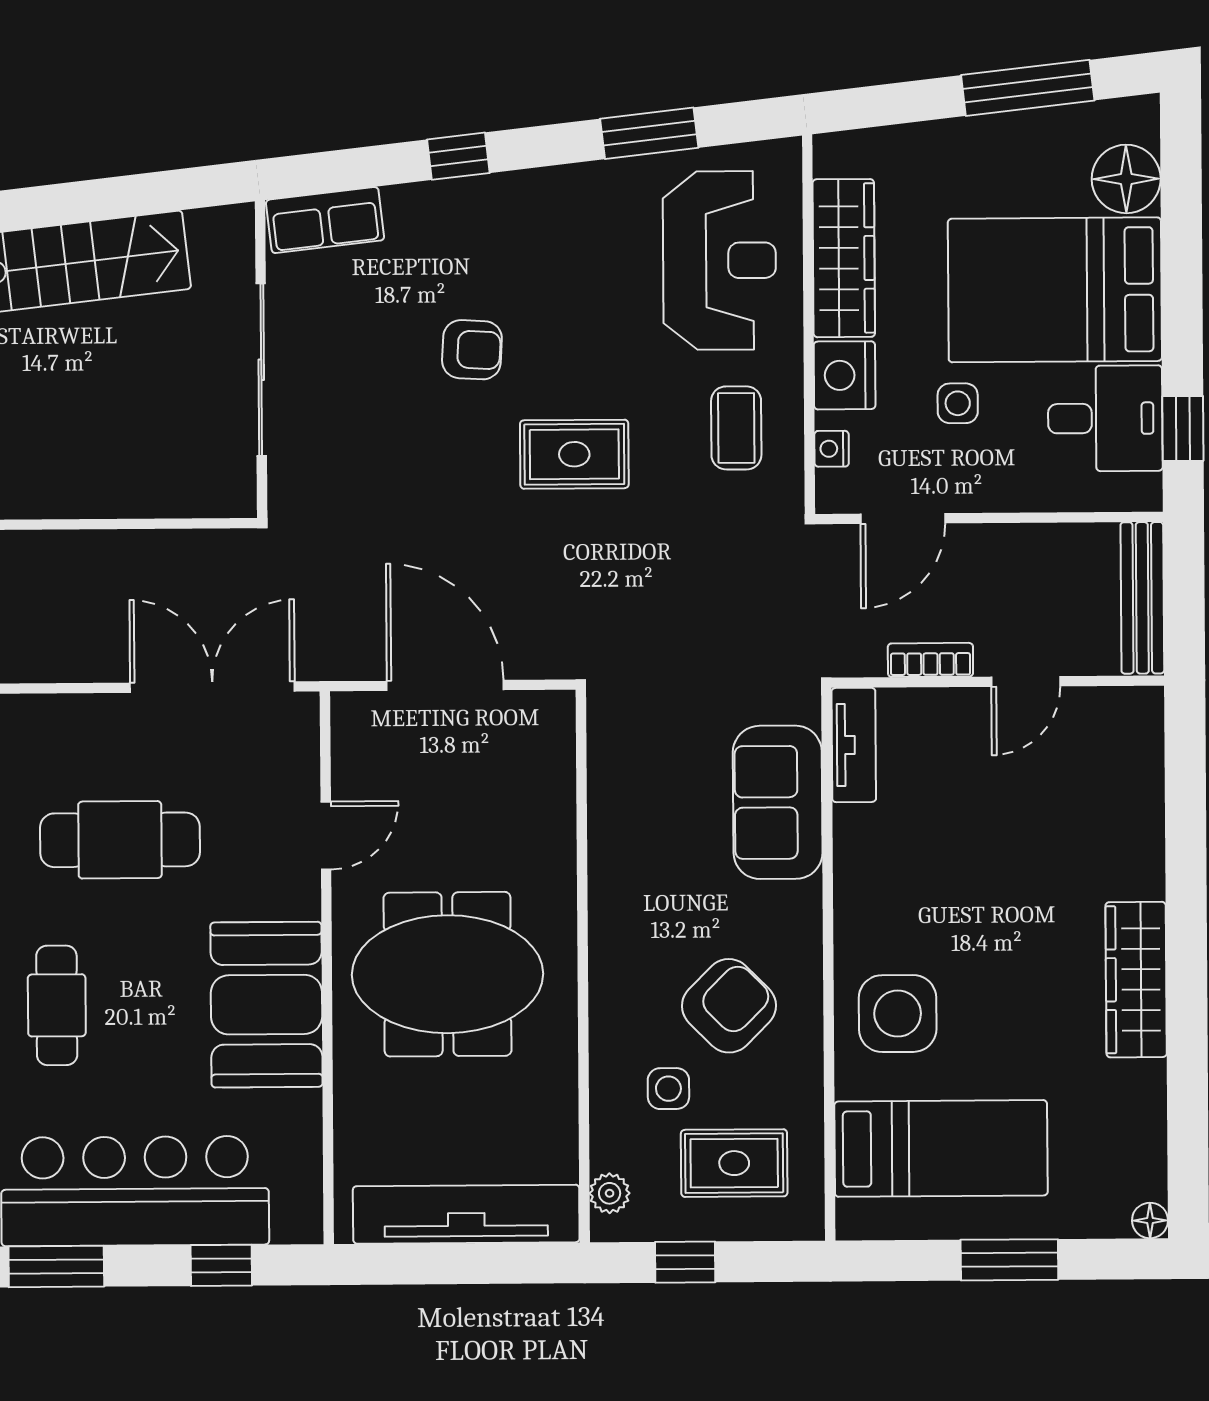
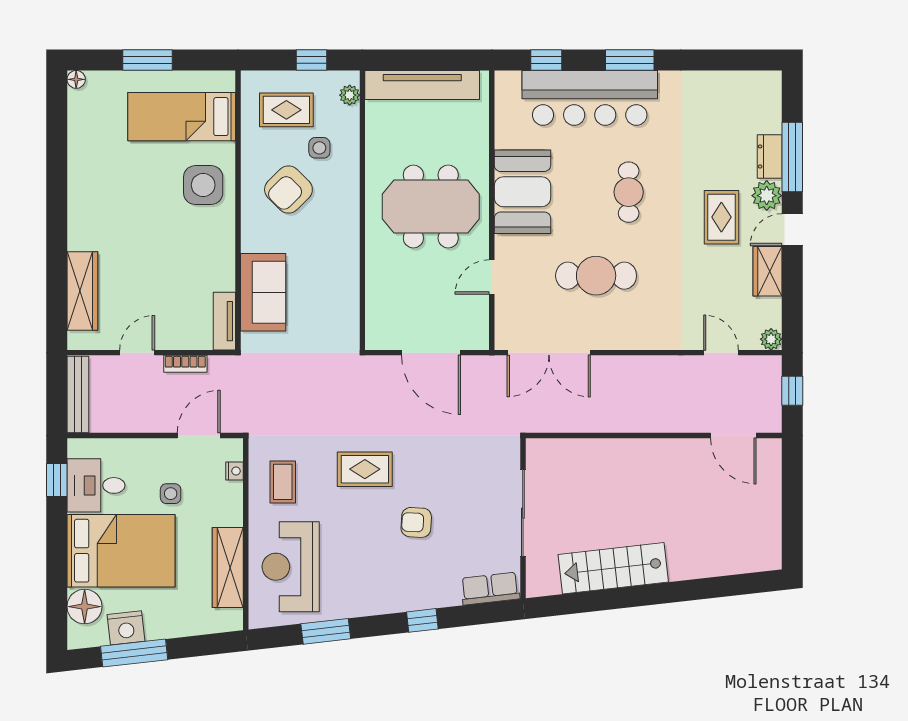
nightstand: (845, 375) -> (126, 628), moved, turned 84
wardrobe: (1136, 980) -> (82, 291), moved

